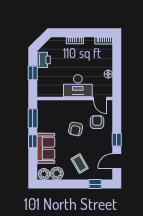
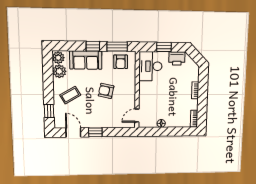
desk: (78, 86) -> (150, 66), moved
armchair: (97, 122) -> (121, 62), moved, turned 90

